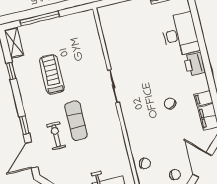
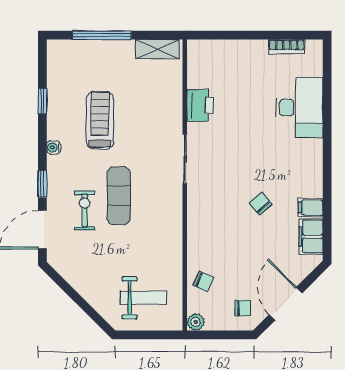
shelving: (14, 43) -> (157, 49), moved, turned 90
printer: (195, 64) -> (200, 105), moved, turned 180
water cooler: (26, 100) -> (53, 147), added

